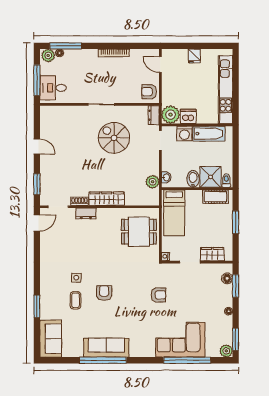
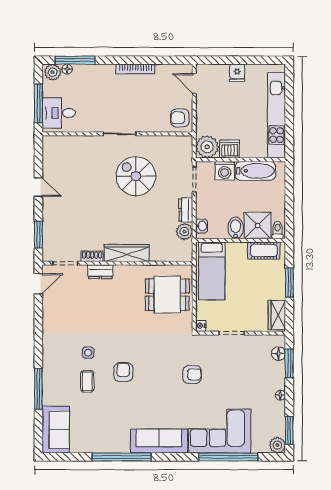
dresser: (154, 115) -> (186, 210), moved
wardrobe: (212, 254) -> (277, 315), moved, turned -90
window: (37, 306) -> (38, 389), width x1.44
sofa: (106, 348) -> (159, 441), moved

